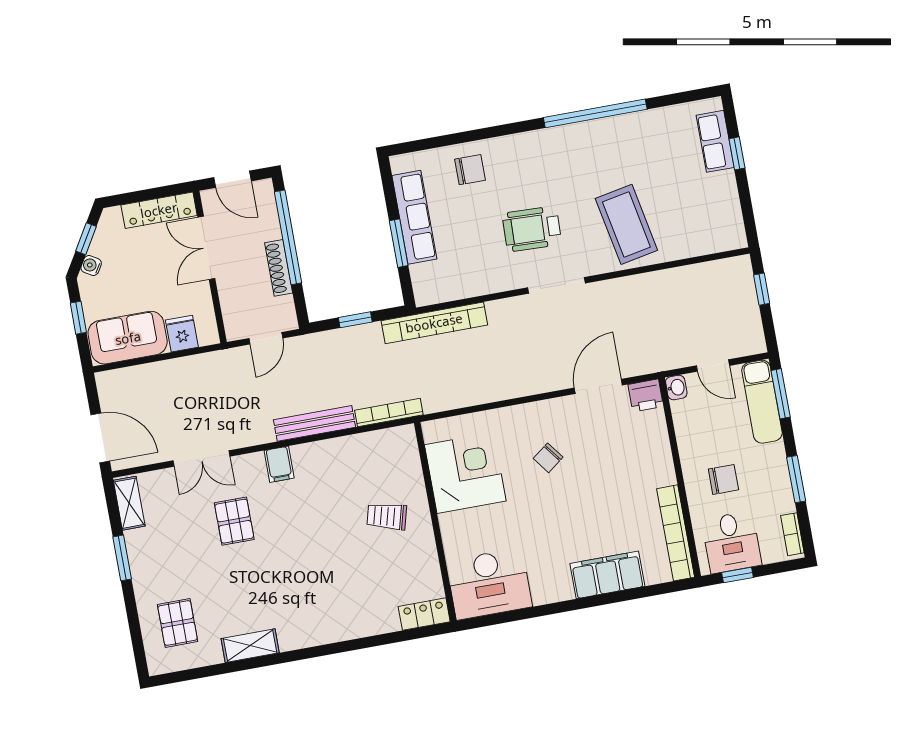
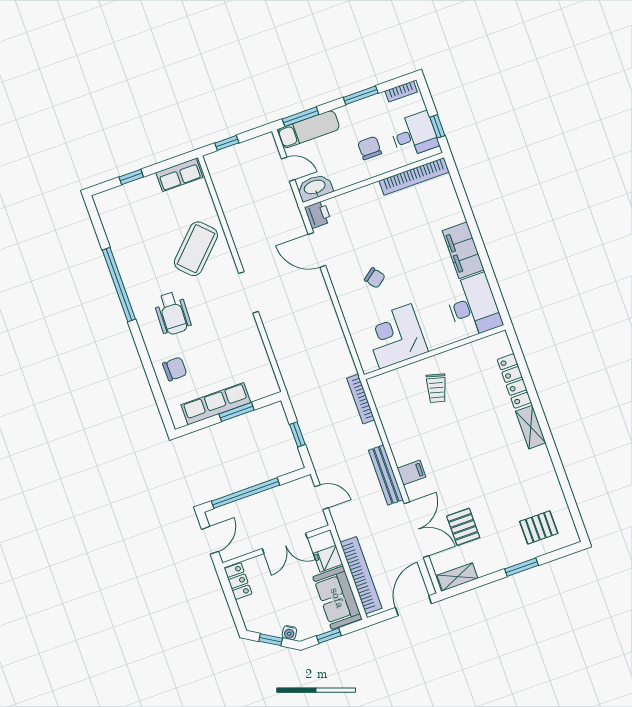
row of seats: (715, 141) -> (179, 175), moved
chair: (470, 170) -> (175, 369), turned 89
locker: (159, 210) -> (238, 581), width x0.66
coffee table: (626, 224) -> (196, 249), turned -34
wheelchair: (532, 229) -> (172, 313), moved
double door: (206, 248) -> (285, 543), moved
shoe rack: (279, 268) -> (269, 496), removed
bookcase: (434, 323) -> (361, 575), moved
door: (713, 366) -> (288, 169), hinge flipped
washbasin: (676, 387) -> (315, 188), width x1.91, depth x1.45
bench: (315, 423) -> (386, 475), moved
double door: (201, 459) -> (416, 530), width x1.37
pallet: (234, 521) -> (463, 527), moved, turned 90
window: (122, 558) -> (522, 567), moved
filing cabinet: (607, 575) -> (463, 250), moved
locker: (424, 614) -> (514, 381), moved, width x1.53
shelving: (250, 646) -> (531, 427), moved

